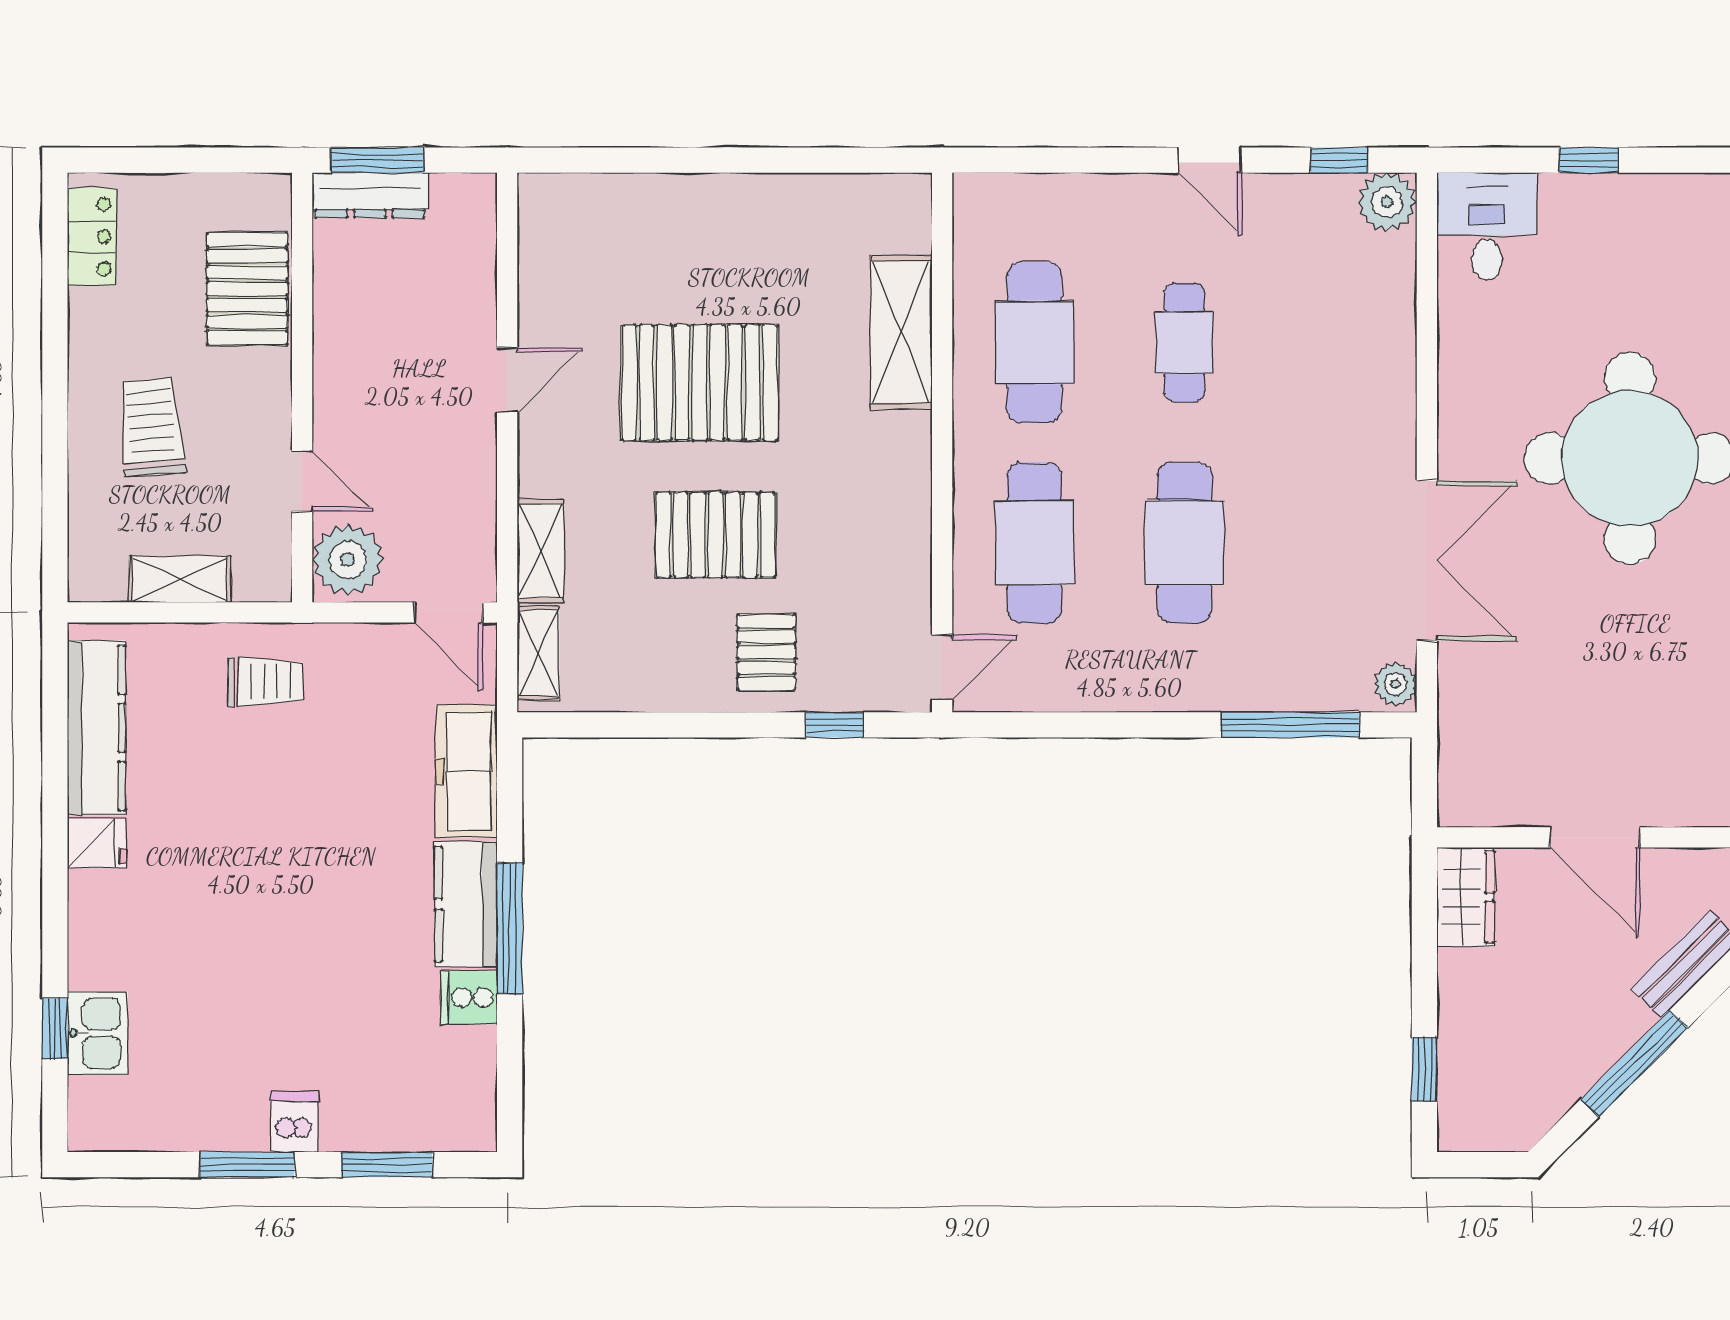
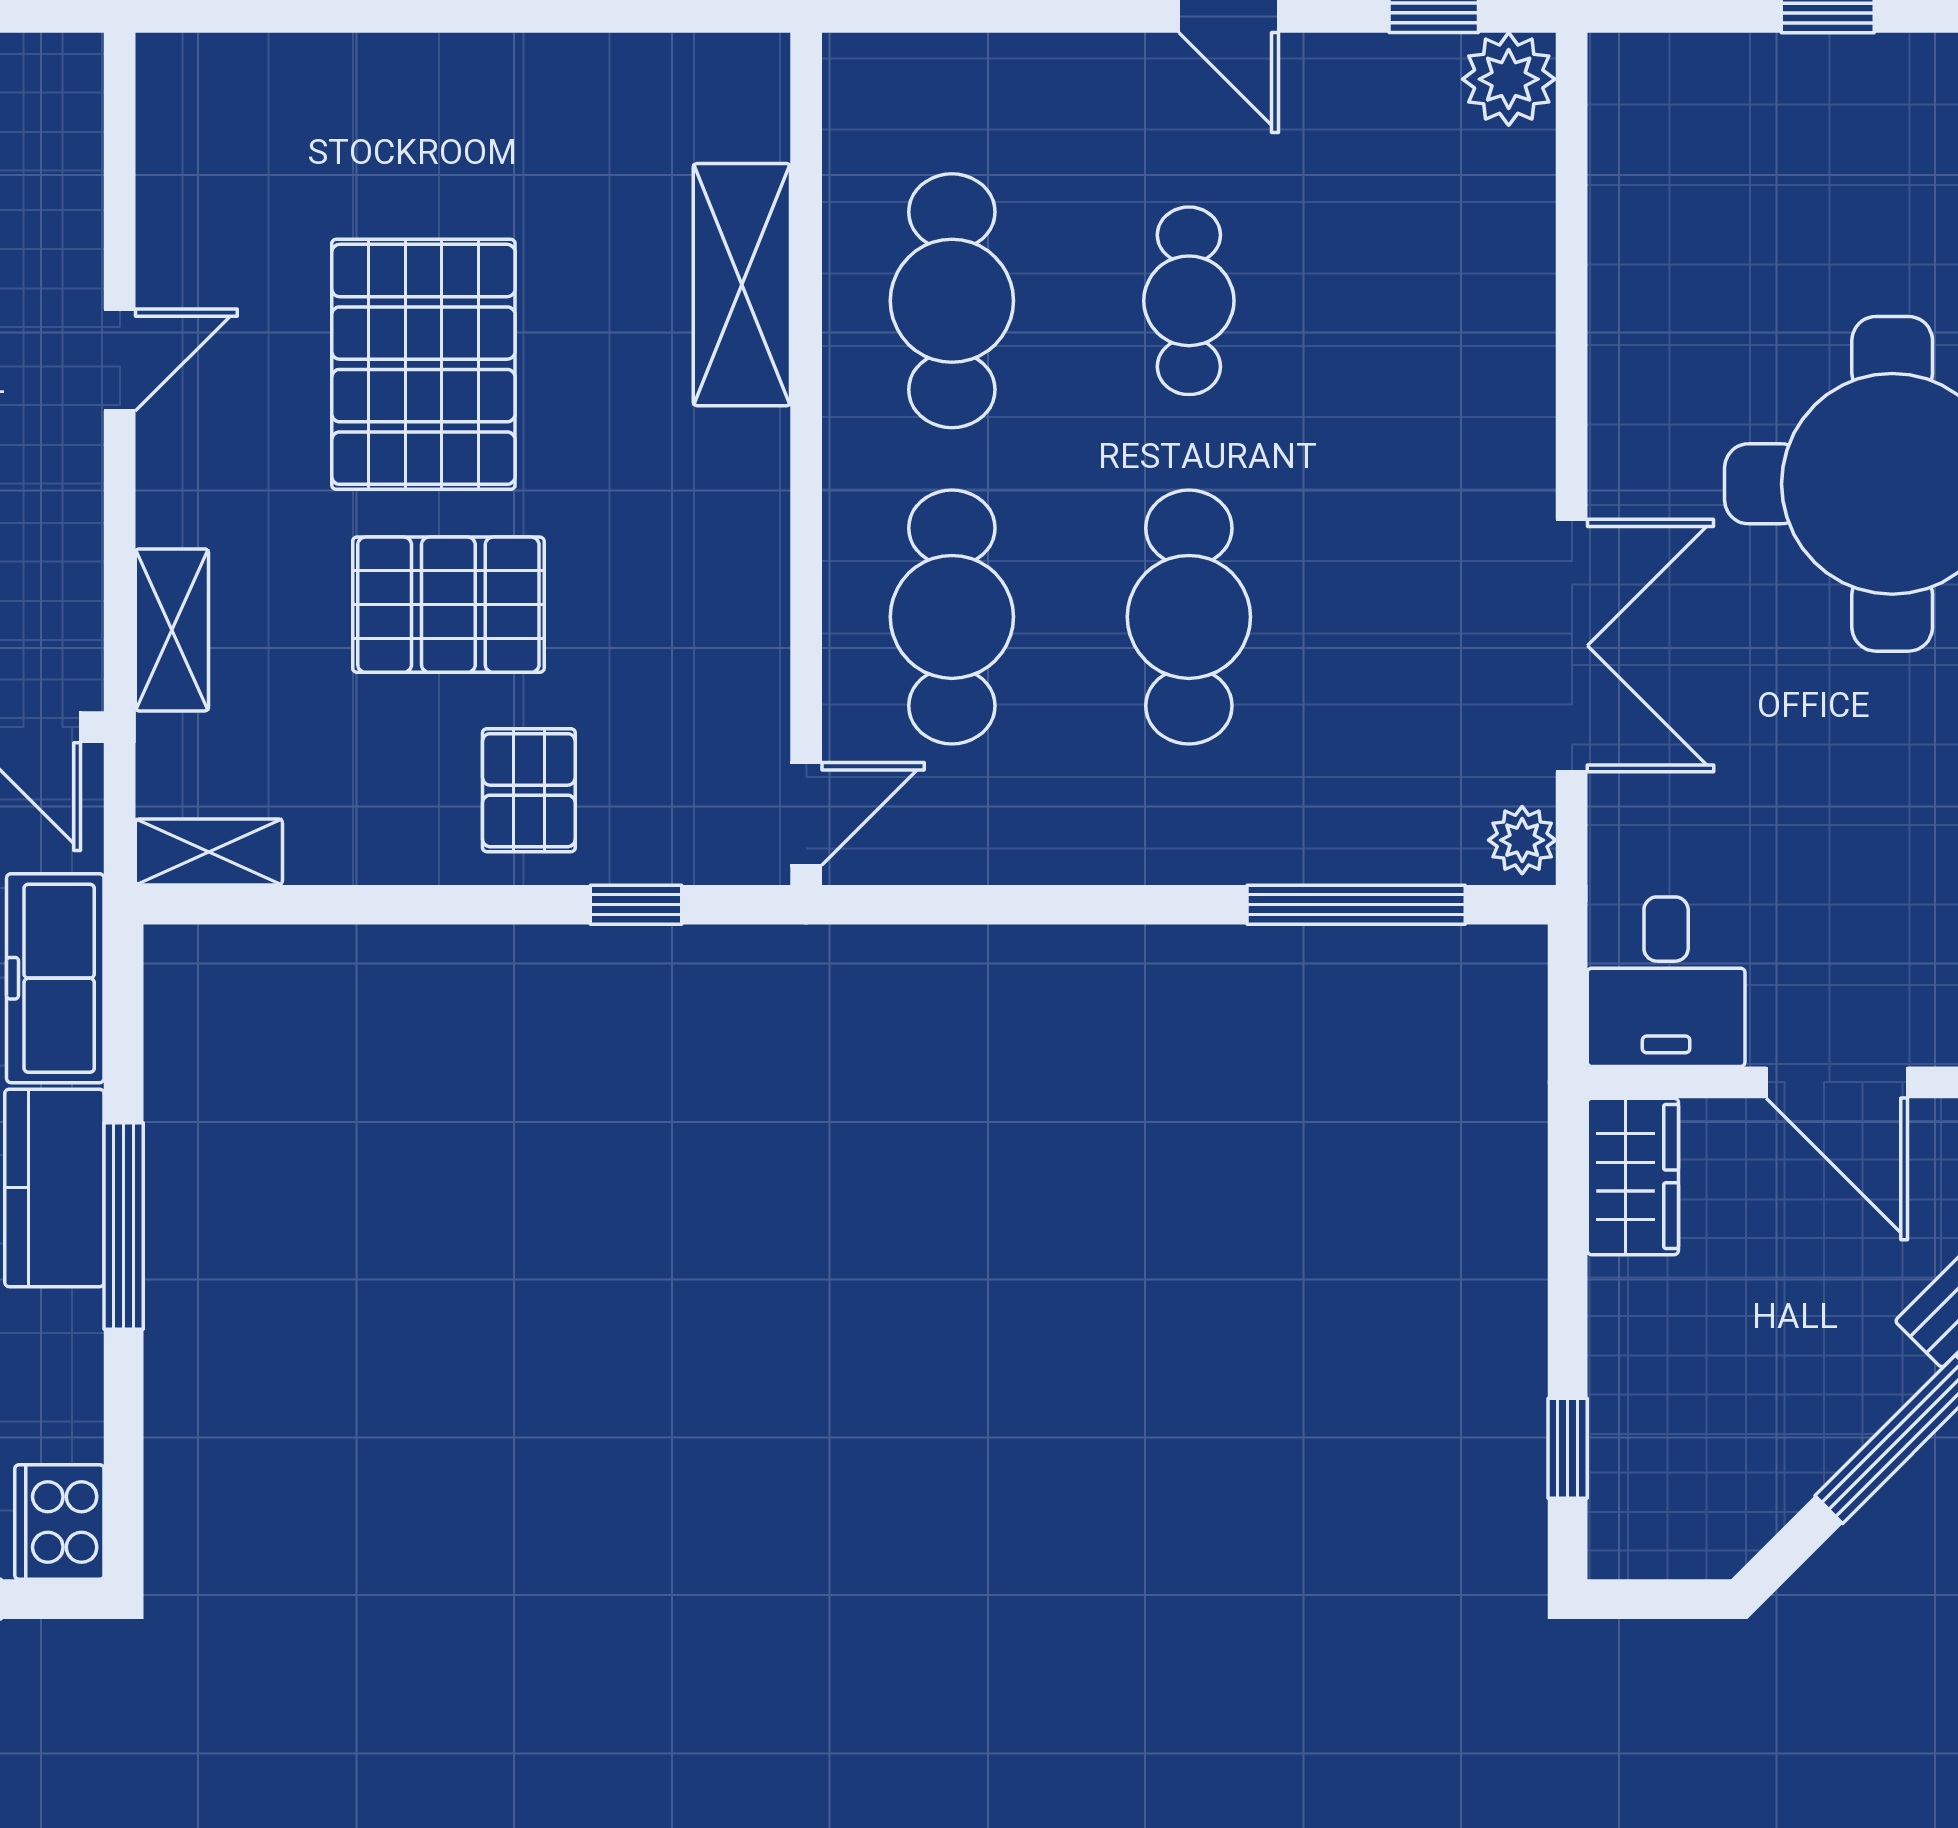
desk: (1487, 226) -> (1666, 982), moved, turned 180
pallet: (700, 383) -> (423, 364), turned 90
shelving: (538, 653) -> (209, 852), moved, turned 90
cooker: (469, 998) -> (59, 1522), moved, width x1.36

